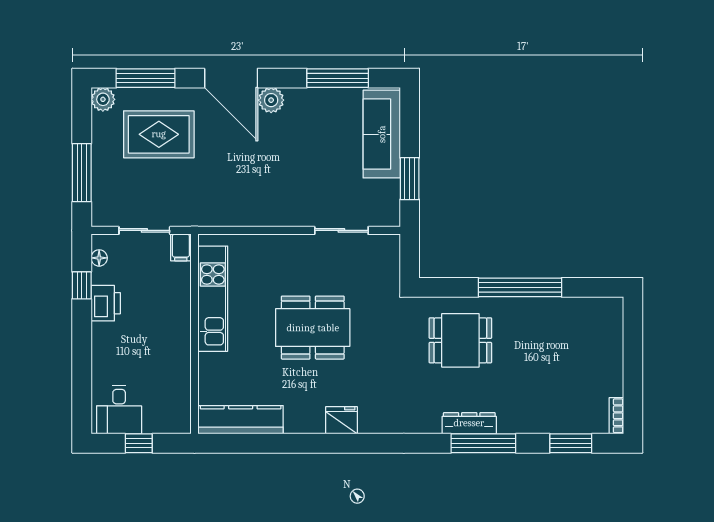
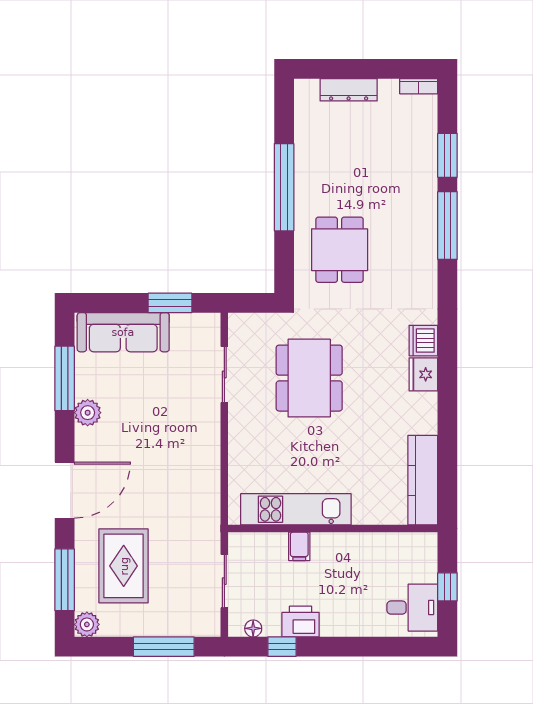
plant: (271, 100) -> (88, 413), moved
filing cabinet: (181, 247) -> (299, 546), moved, turned 90
dining table: (313, 328) -> (309, 378), moved
dishwasher: (374, 420) -> (423, 341), added
dresser: (469, 423) -> (349, 90), moved, turned -90
window: (571, 443) -> (447, 155), moved

